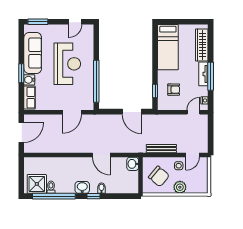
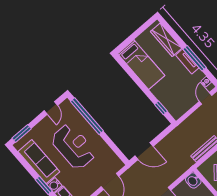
window: (96, 81) -> (87, 116), moved
armchair: (174, 90) -> (175, 94), removed
door: (132, 112) -> (144, 151), moved

